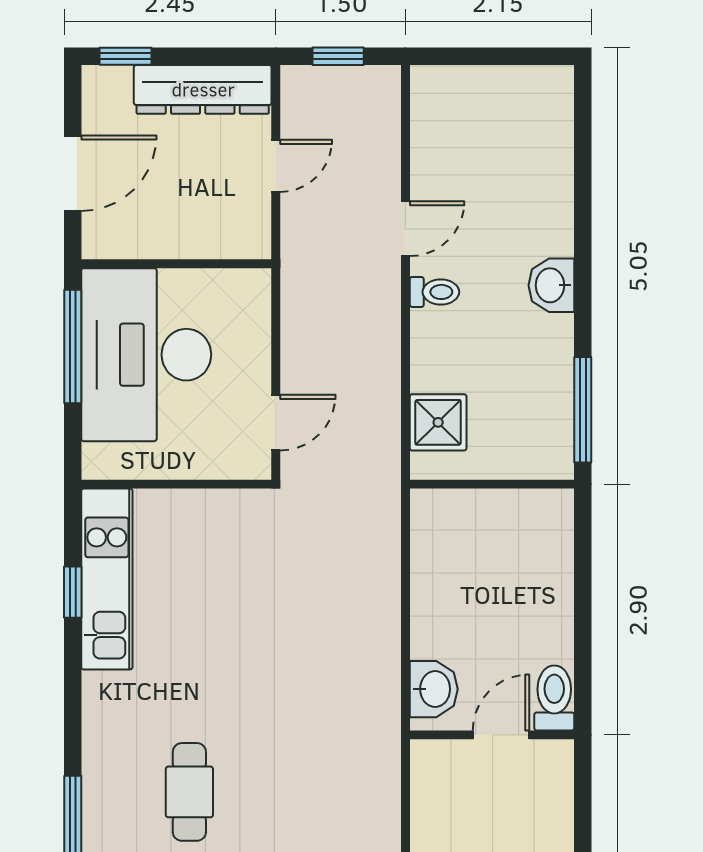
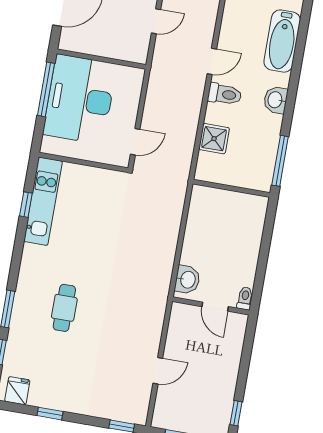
bathtub: (544, 161) -> (282, 41), added
toilet: (434, 292) -> (225, 94), width x1.37, depth x1.39
shower: (438, 422) -> (214, 139), moved
toilet: (554, 698) -> (245, 298), width x0.73, depth x0.72
door: (501, 735) -> (215, 307), swing flipped

